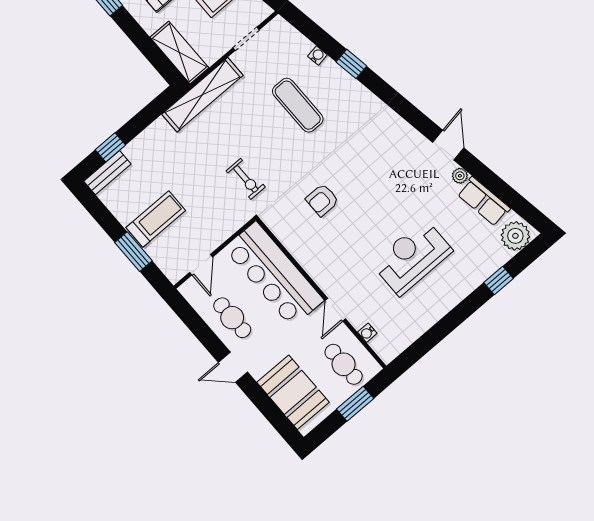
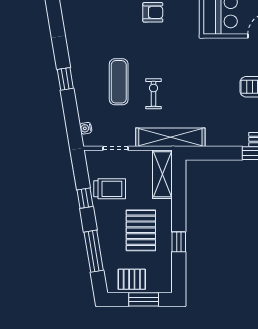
water cooler: (317, 55) -> (86, 128), moved
exercise bike: (246, 179) -> (154, 94), moved

